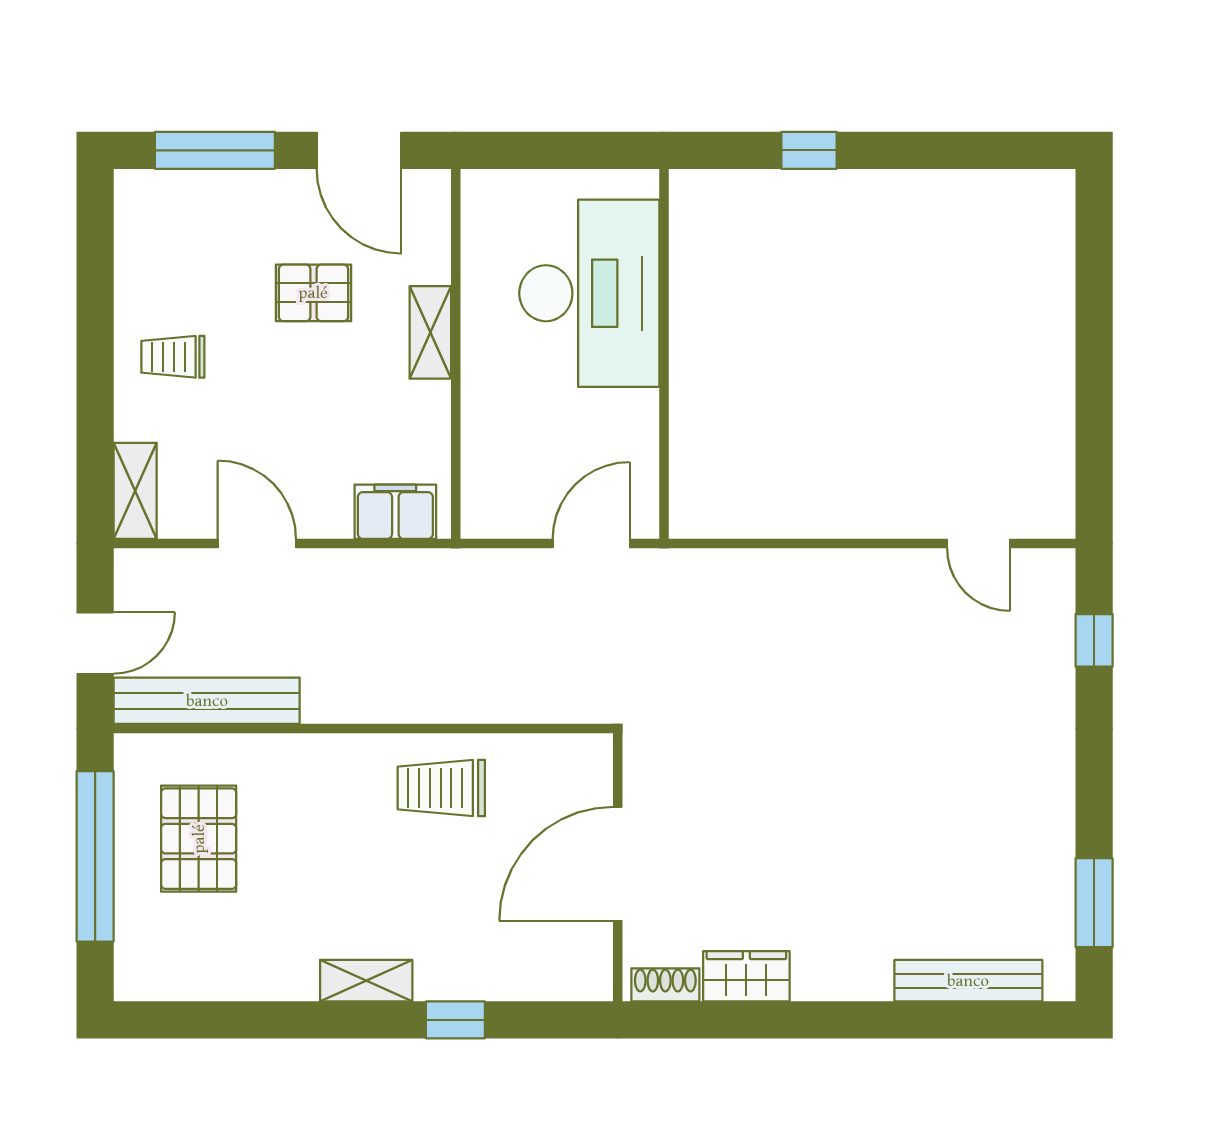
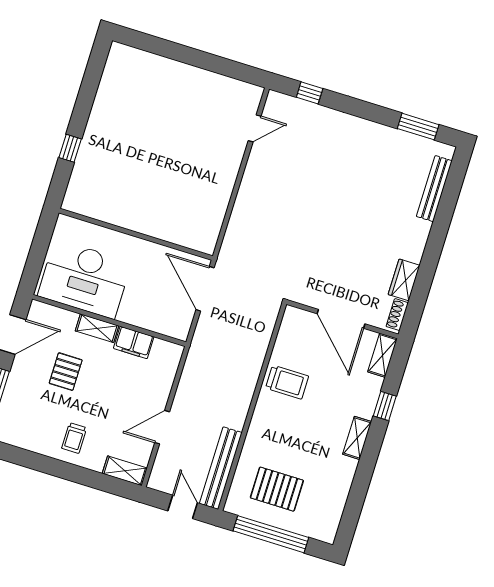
desk: (589, 293) -> (85, 279), moved, turned 180
filing cabinet: (395, 512) -> (134, 343), moved, turned -90
door: (591, 543) -> (205, 289), width x1.36
trolley: (441, 788) -> (287, 382), turned -90
shelving: (566, 980) -> (382, 355), added

